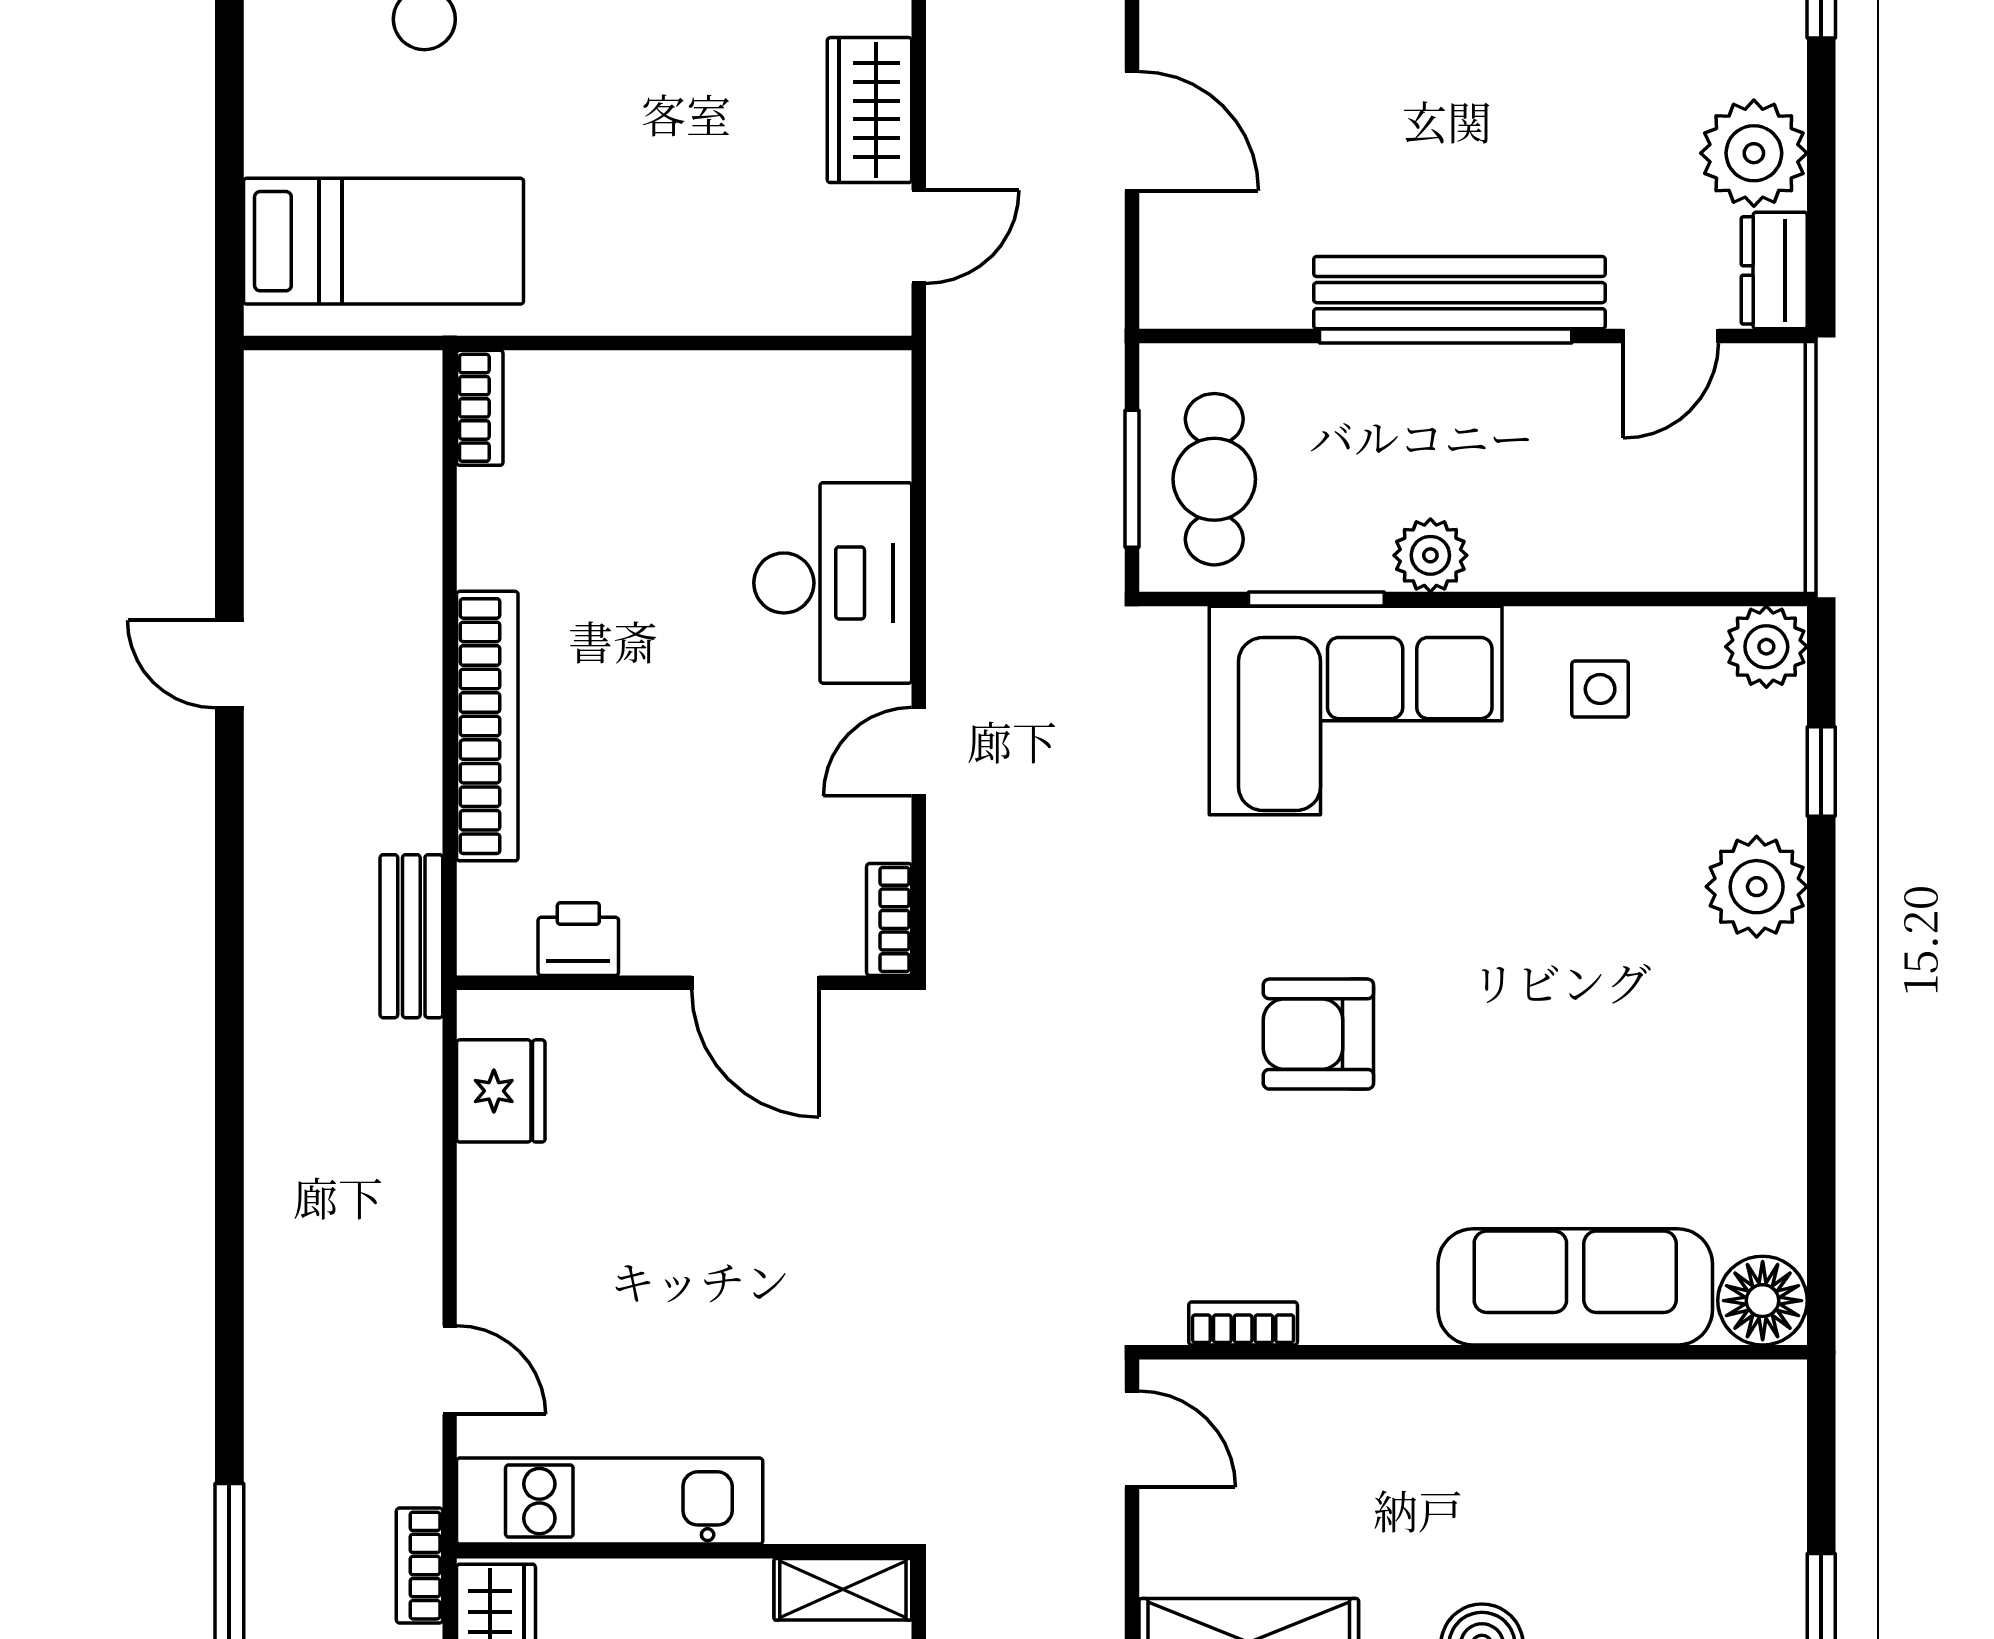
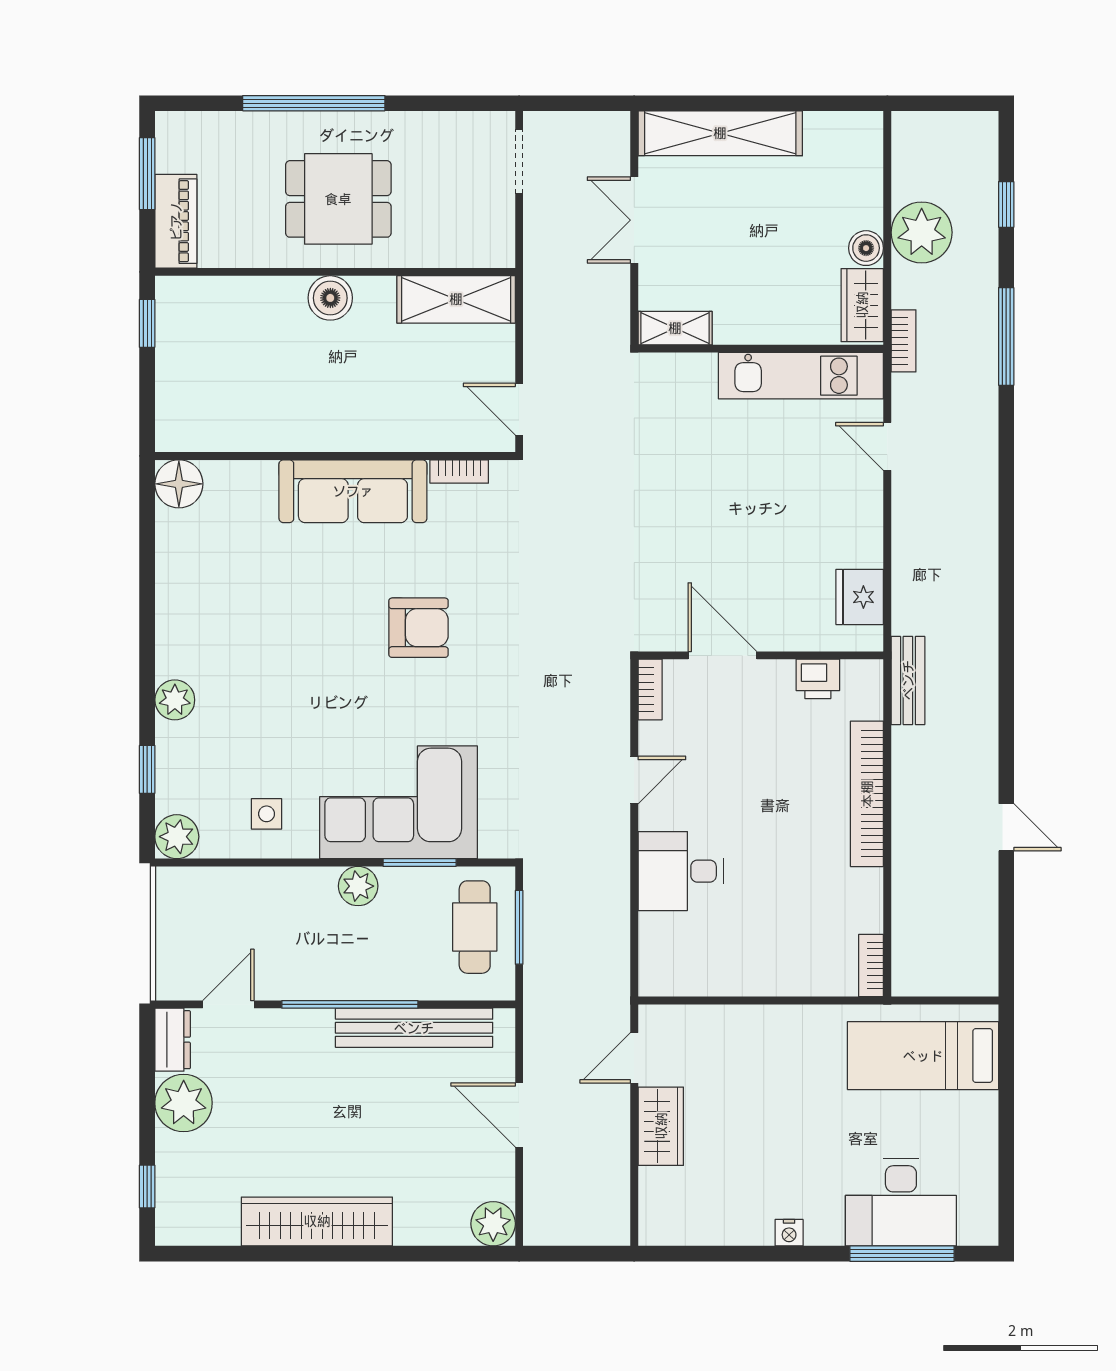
bench: (1459, 293) -> (414, 1028), moved
desk: (833, 583) -> (681, 871), width x0.73
plant: (1757, 887) -> (175, 700), width x0.73, depth x0.73
sofa: (1575, 1287) -> (353, 491), moved

